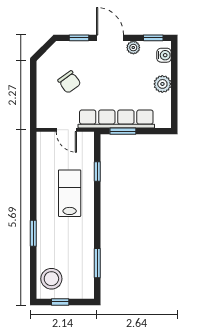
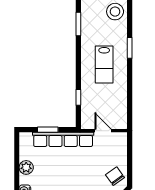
chair: (69, 82) -> (115, 176), moved
window: (123, 131) -> (48, 130), moved
lab bench: (70, 193) -> (104, 64), moved

